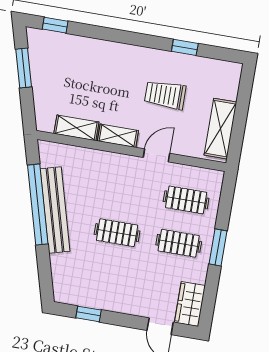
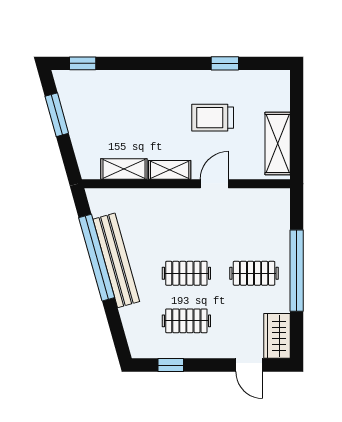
clothes rail: (186, 200) -> (186, 321), moved
window: (218, 247) -> (297, 271), width x2.11

